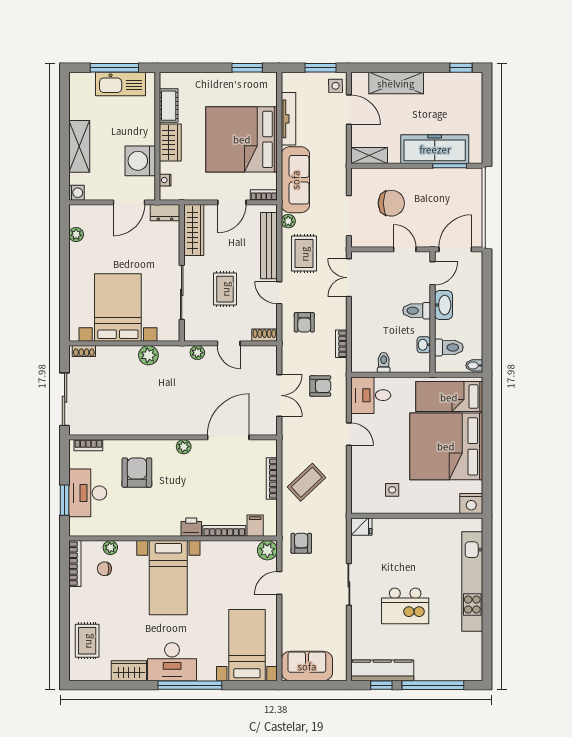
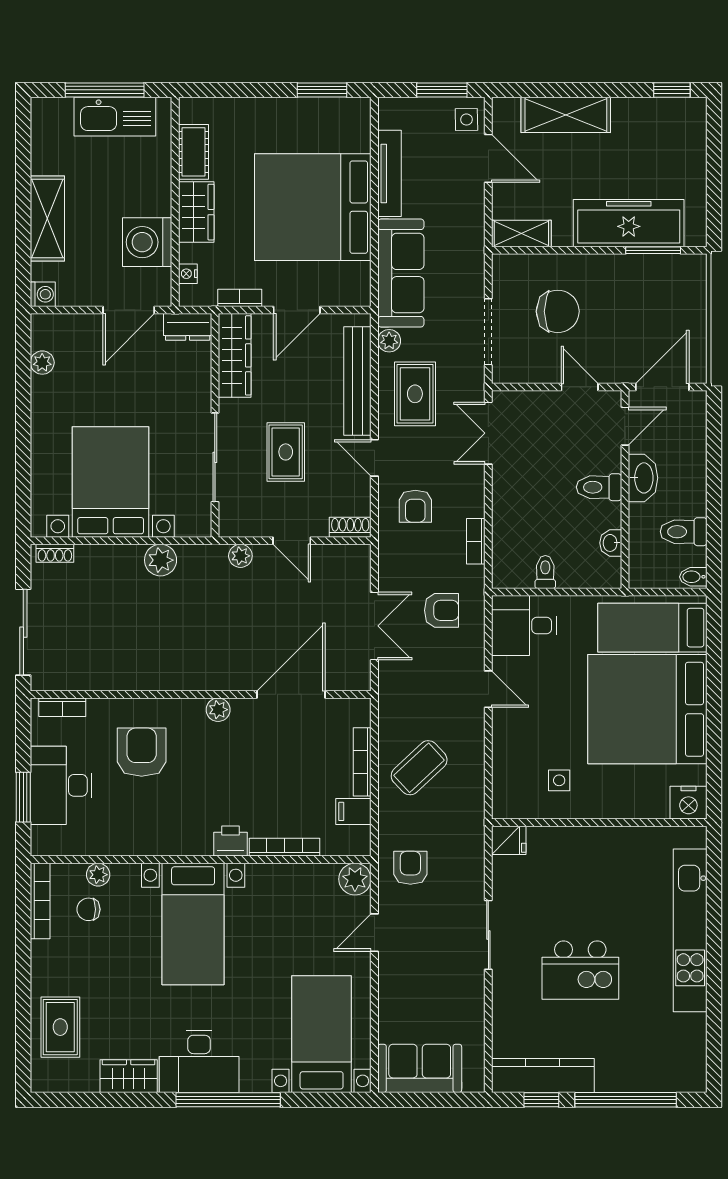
bookcase: (264, 195) -> (240, 298), moved
toilet: (449, 347) -> (684, 532), moved, turned 180
filing cabinet: (255, 526) -> (353, 811), moved, turned -90

